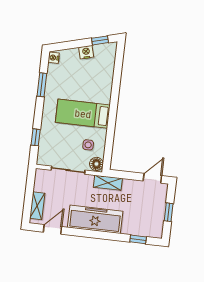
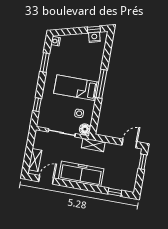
nightstand: (86, 52) -> (94, 37), moved
window: (113, 107) -> (101, 84), added
window: (169, 212) -> (143, 162), moved

